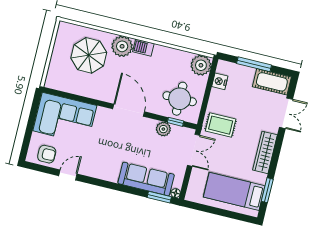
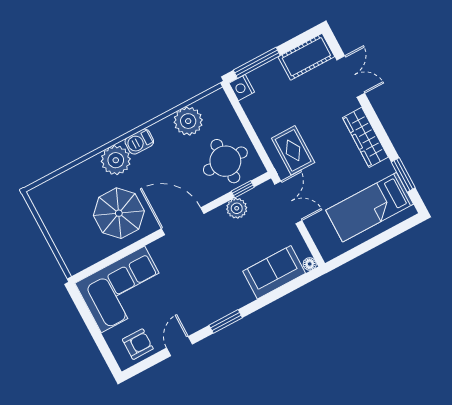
parasol: (89, 55) -> (119, 213), moved
window: (254, 64) -> (257, 63), moved
plant: (201, 65) -> (188, 121), moved
nightstand: (220, 81) -> (242, 88), moved
rug: (221, 125) -> (293, 150), turned 90
sofa: (146, 179) -> (274, 272), width x0.73
window: (159, 197) -> (226, 321), moved

